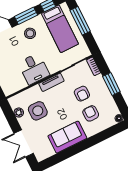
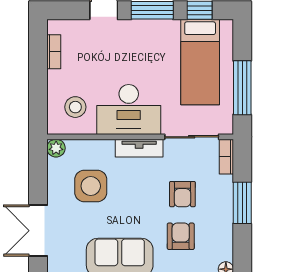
window: (80, 21) -> (242, 88), moved
stool: (30, 33) -> (75, 107), moved
desk: (34, 69) -> (129, 109), width x1.37
plant: (19, 113) -> (56, 148), moved

